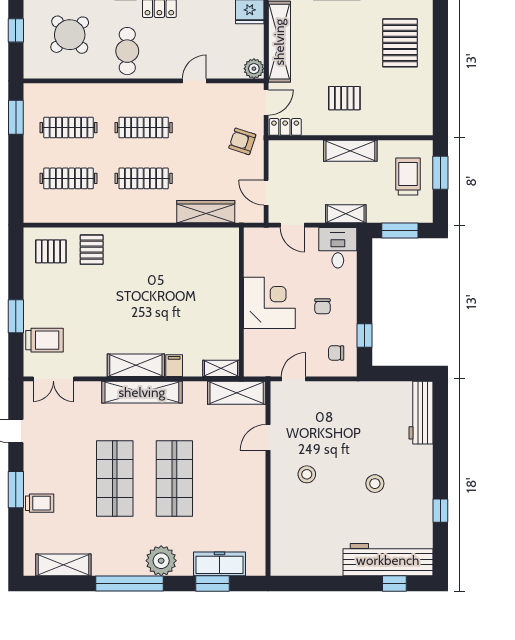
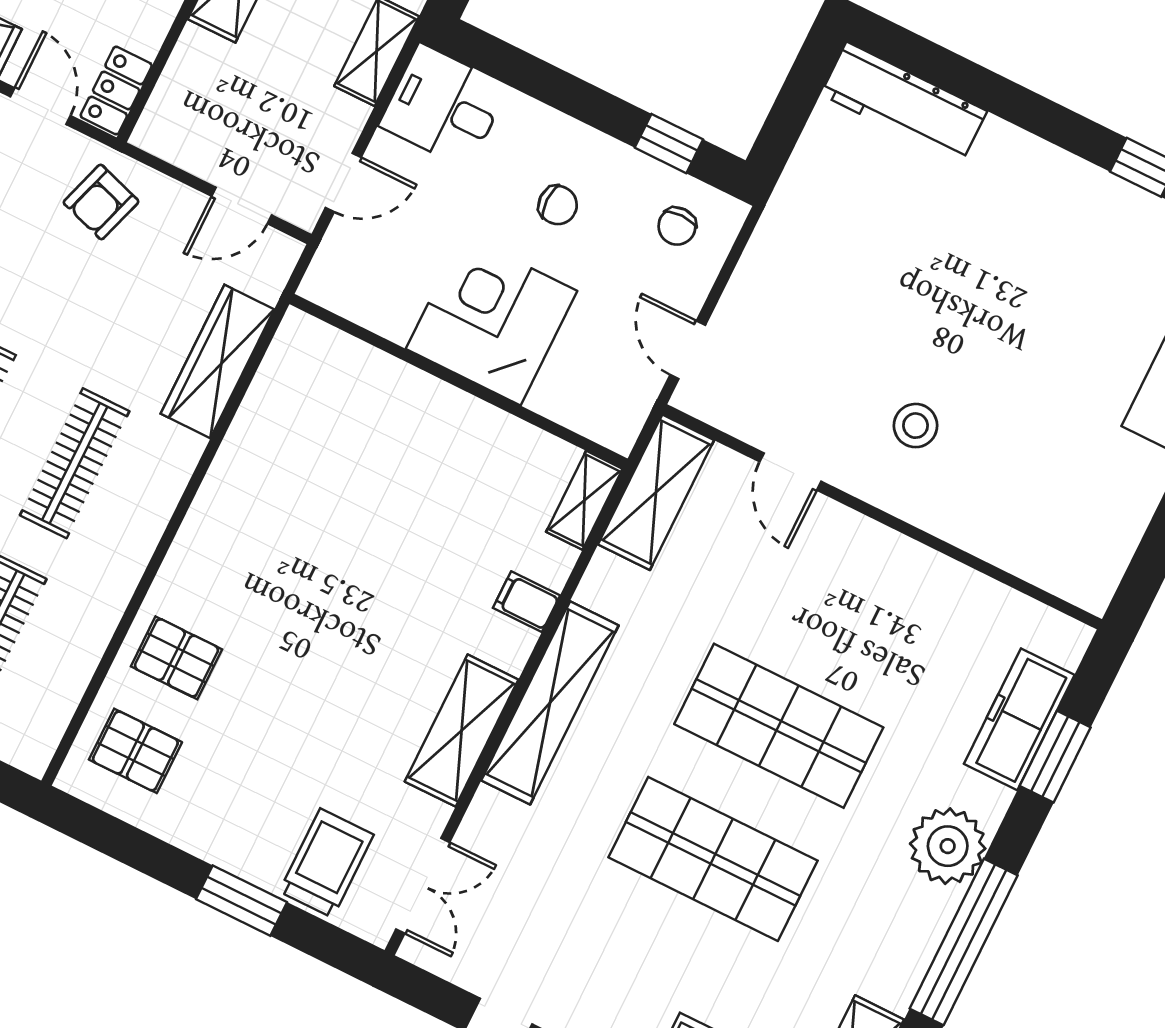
pallet: (51, 251) -> (135, 751), turned 90
shelving: (136, 365) -> (462, 731), moved
stool: (375, 484) -> (1011, 284), removed

